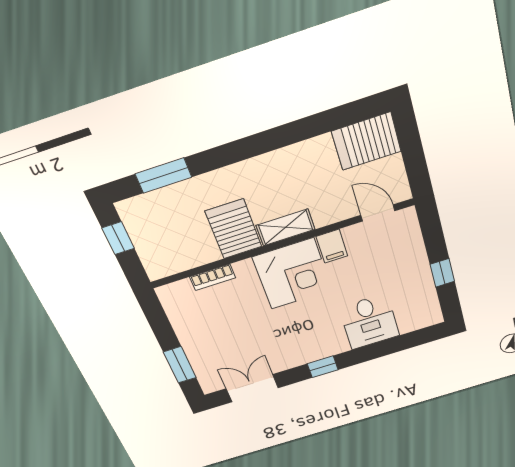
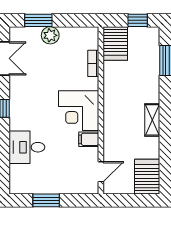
shelving: (286, 227) -> (152, 120), moved
server rack: (234, 229) -> (115, 43), moved, turned 90
window: (442, 273) -> (46, 200), width x1.50
plant: (195, 344) -> (50, 35), added

